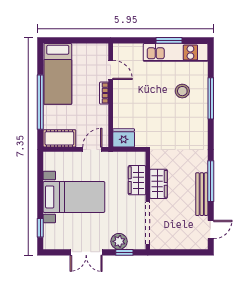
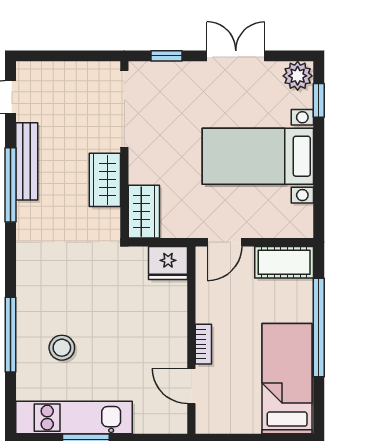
wardrobe: (137, 180) -> (144, 212), moved
plant: (119, 241) -> (298, 76), moved

